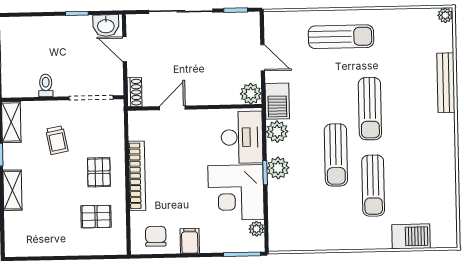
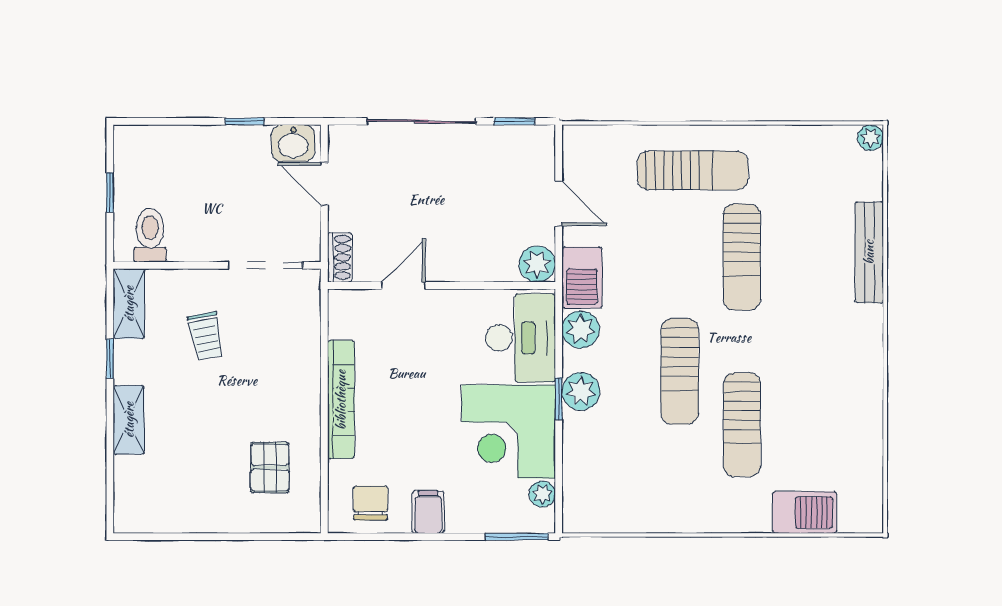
toilet: (46, 85) -> (150, 235), moved, width x1.37, depth x1.39
sun lounger: (370, 109) -> (742, 257), moved
pallet: (99, 172) -> (276, 392), removed
pallet: (96, 217) -> (270, 467), turned 90

